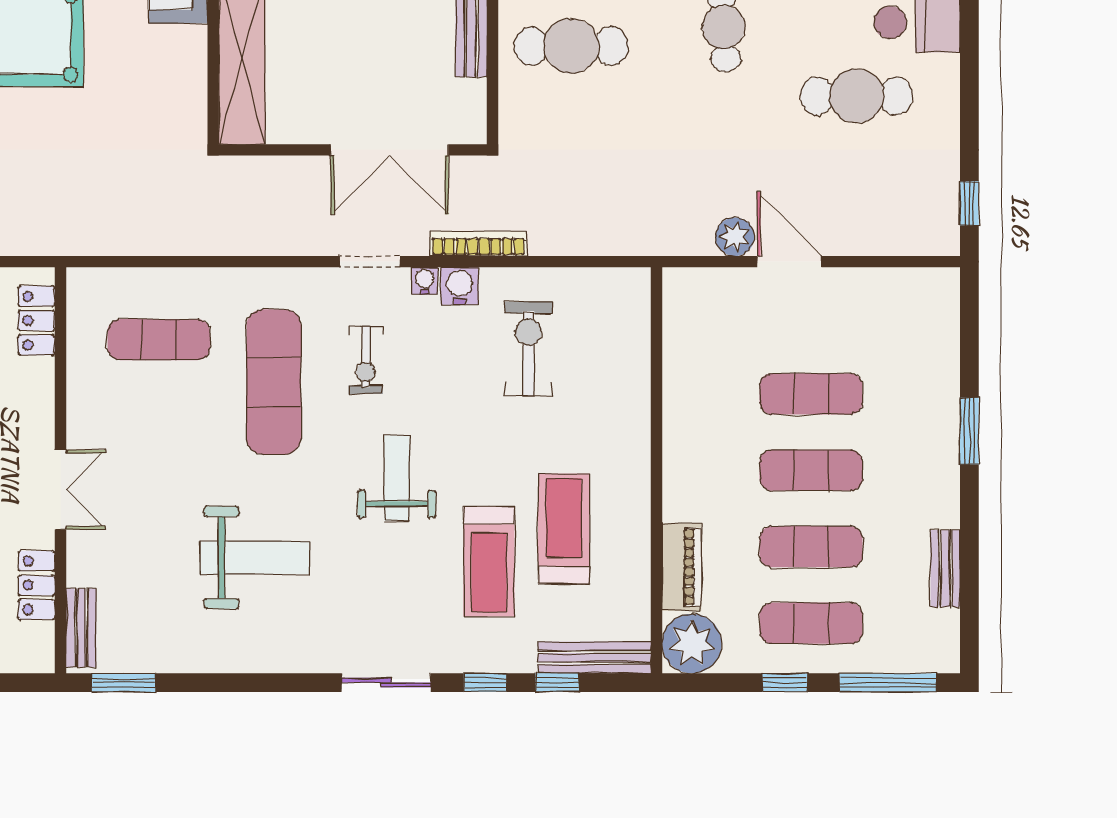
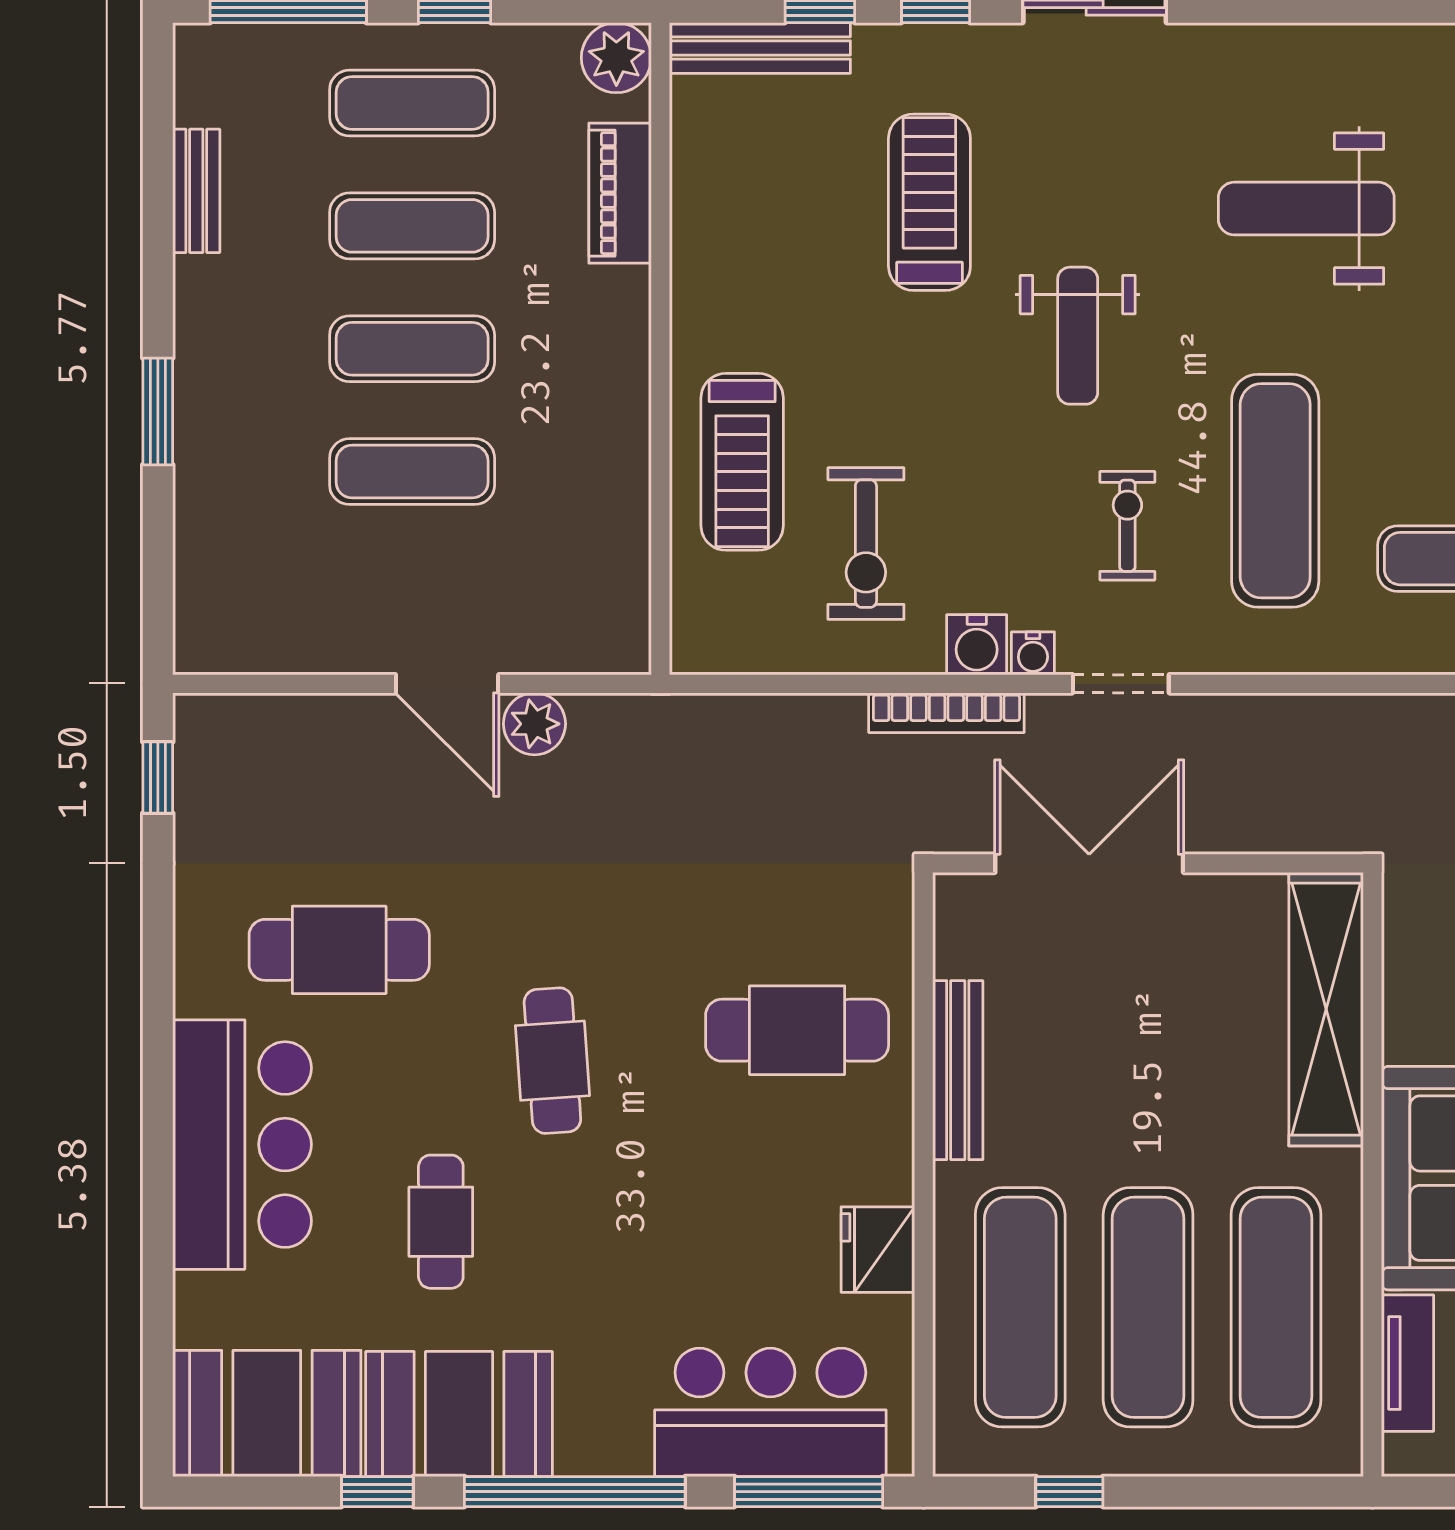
treadmill: (564, 529) -> (742, 462), moved
plant: (692, 644) -> (616, 58), width x0.73, depth x0.73

